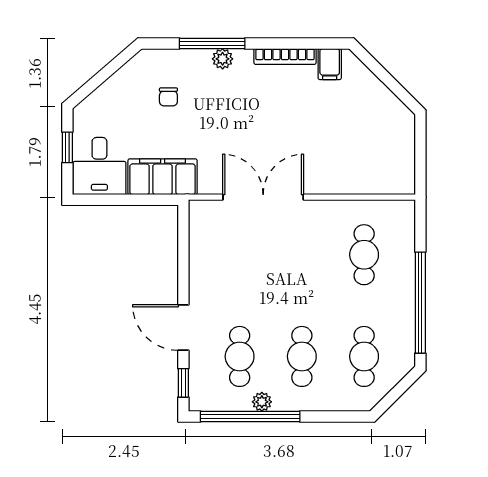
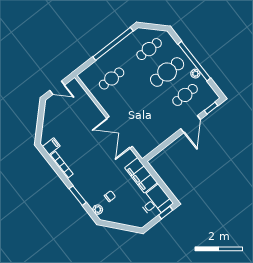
window: (212, 43) -> (78, 196), width x0.69
plant: (223, 59) -> (98, 210), moved
window: (67, 147) -> (166, 213), moved
door: (420, 151) -> (57, 88), added
cafe table: (302, 356) -> (167, 72), width x1.37, depth x1.35
window: (250, 417) -> (194, 61), moved

